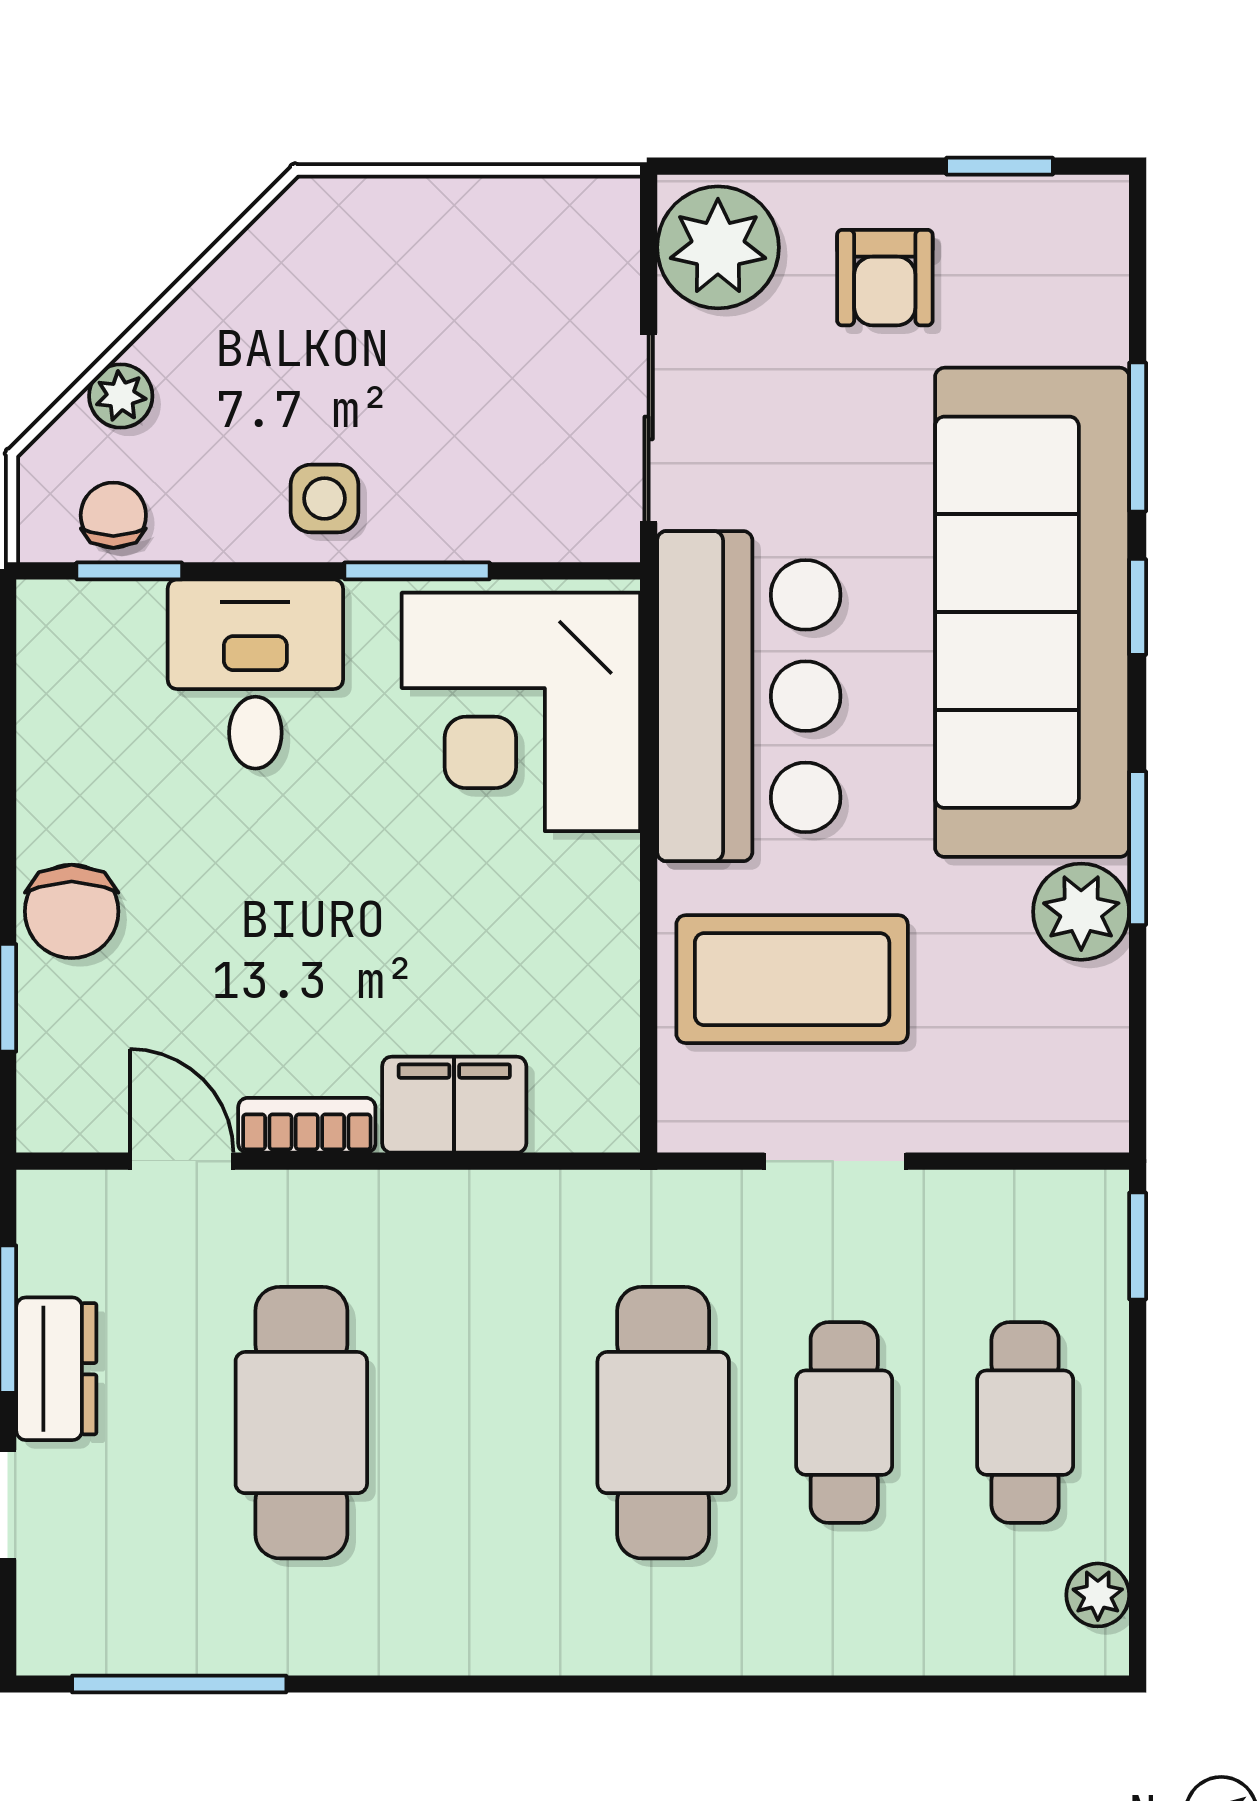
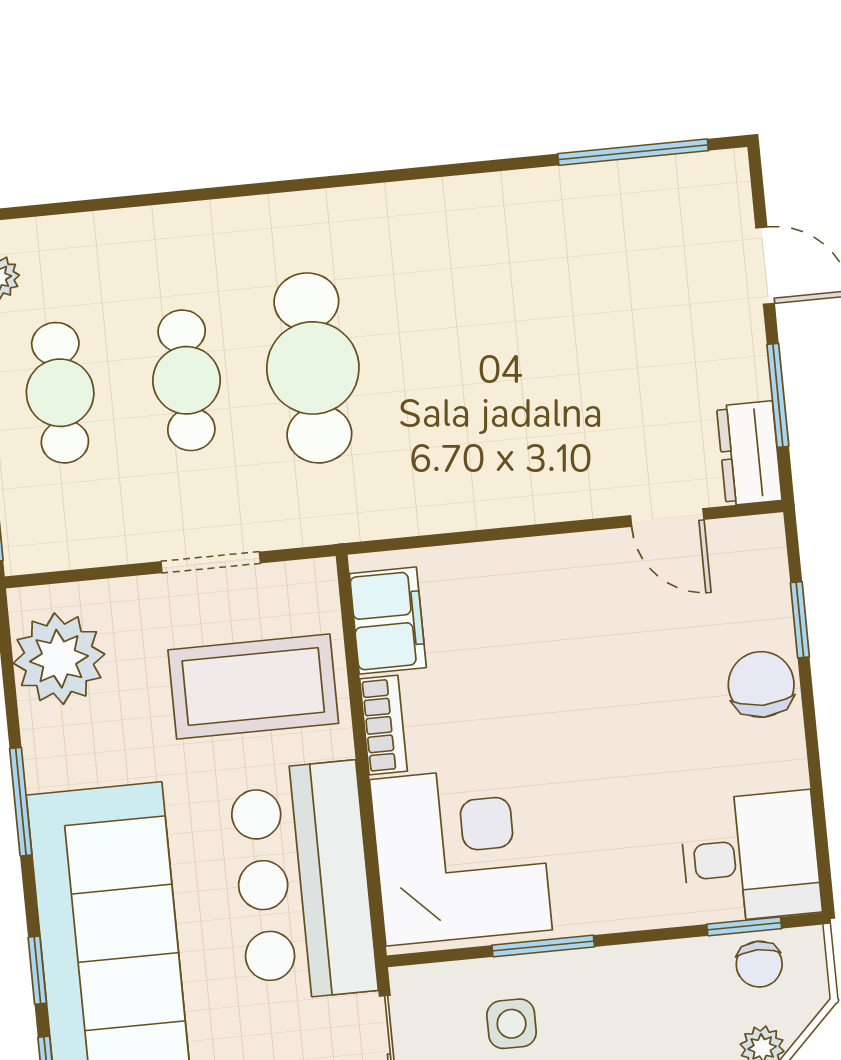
side table: (324, 498) -> (512, 1024), moved
desk: (255, 674) -> (750, 857), moved, turned -90
plant: (1081, 912) -> (59, 659), moved, width x1.36, depth x1.36
filing cabinet: (454, 1105) -> (388, 621), moved, turned -90
bookcase: (307, 1125) -> (384, 725), moved, turned -90
dresser: (56, 1369) -> (749, 453), moved
cafe table: (301, 1423) -> (566, 343), removed

